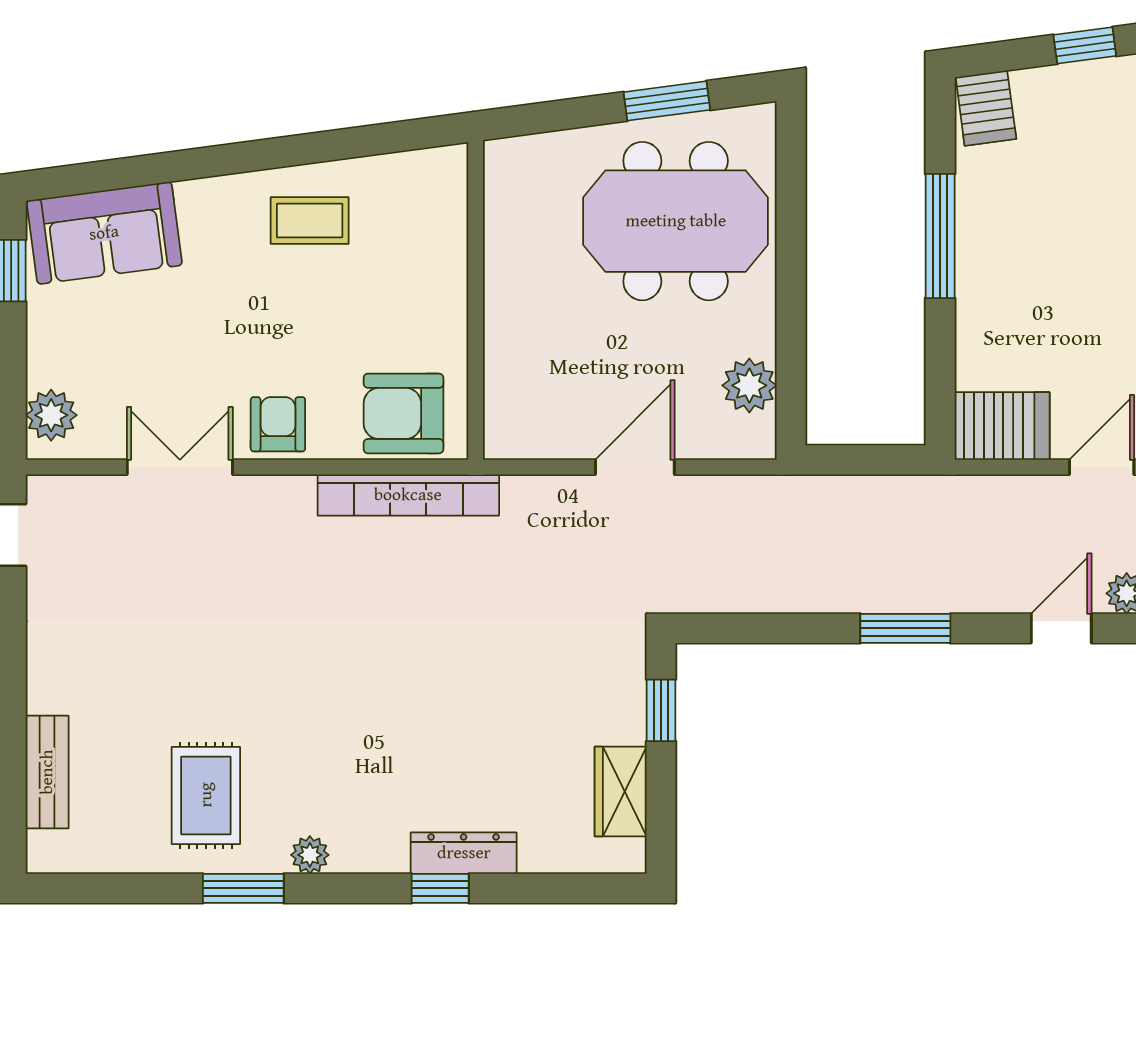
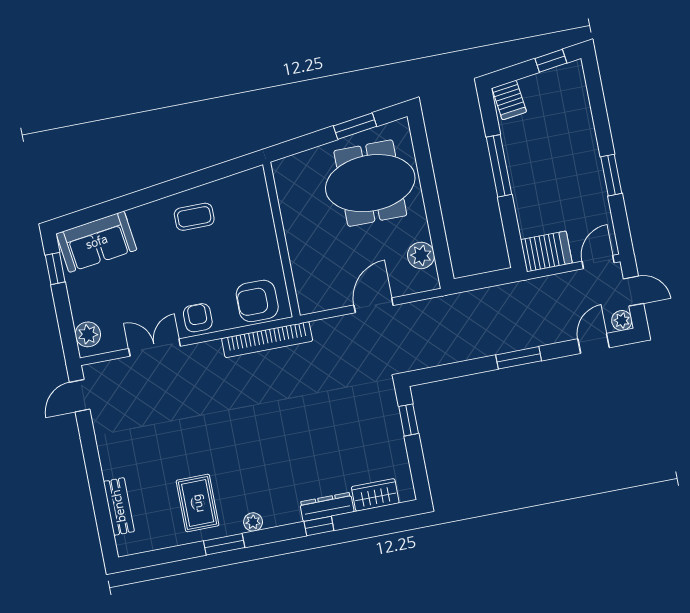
wardrobe: (621, 791) -> (375, 495), moved, turned 90

